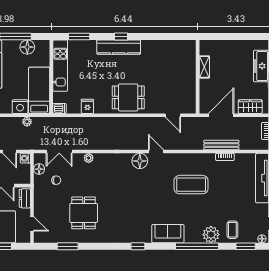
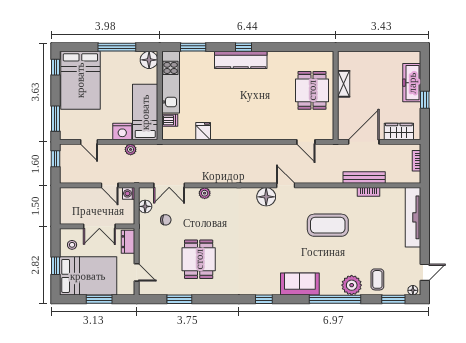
floor lamp: (27, 47) -> (149, 60), moved
dining table: (128, 97) -> (312, 90), moved, turned 90
dishwasher: (59, 108) -> (170, 120), moved

